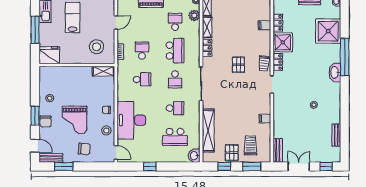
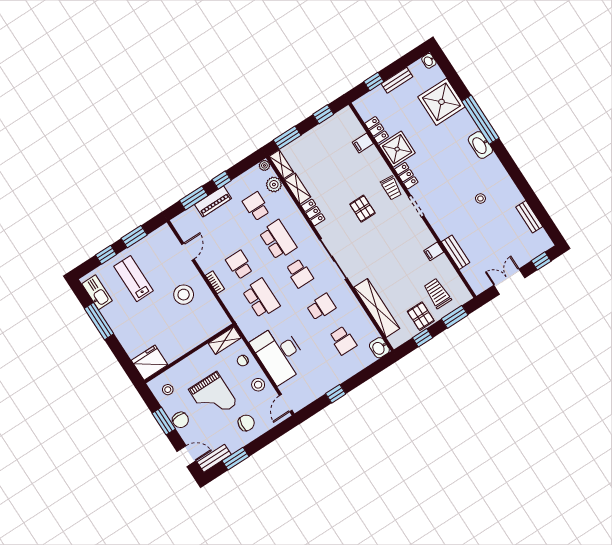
fridge: (49, 55) -> (150, 363), moved
wall: (77, 65) -> (189, 353), moved
shelving: (103, 71) -> (225, 341), moved
school desk: (142, 79) -> (261, 298), width x1.85
school desk: (175, 137) -> (343, 340), width x0.54
bench: (278, 150) -> (456, 252), moved
door: (116, 152) -> (286, 403), swing flipped

